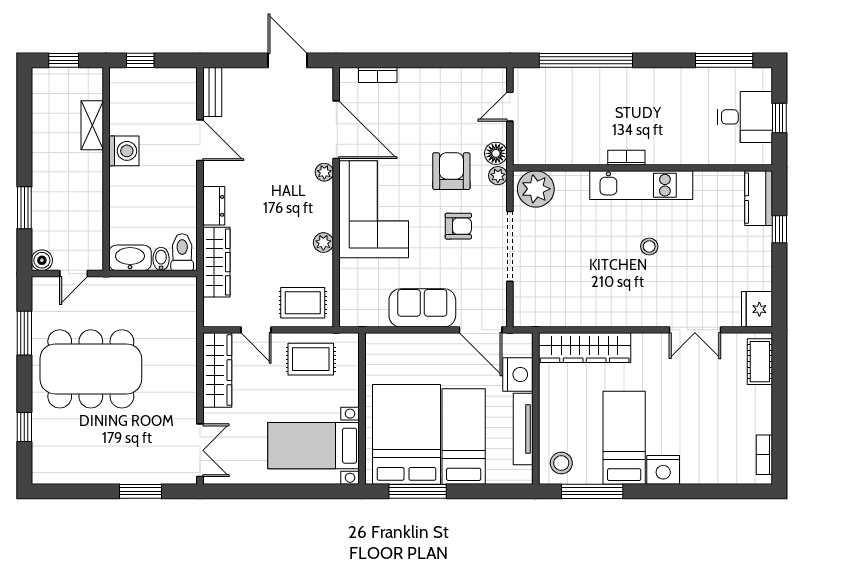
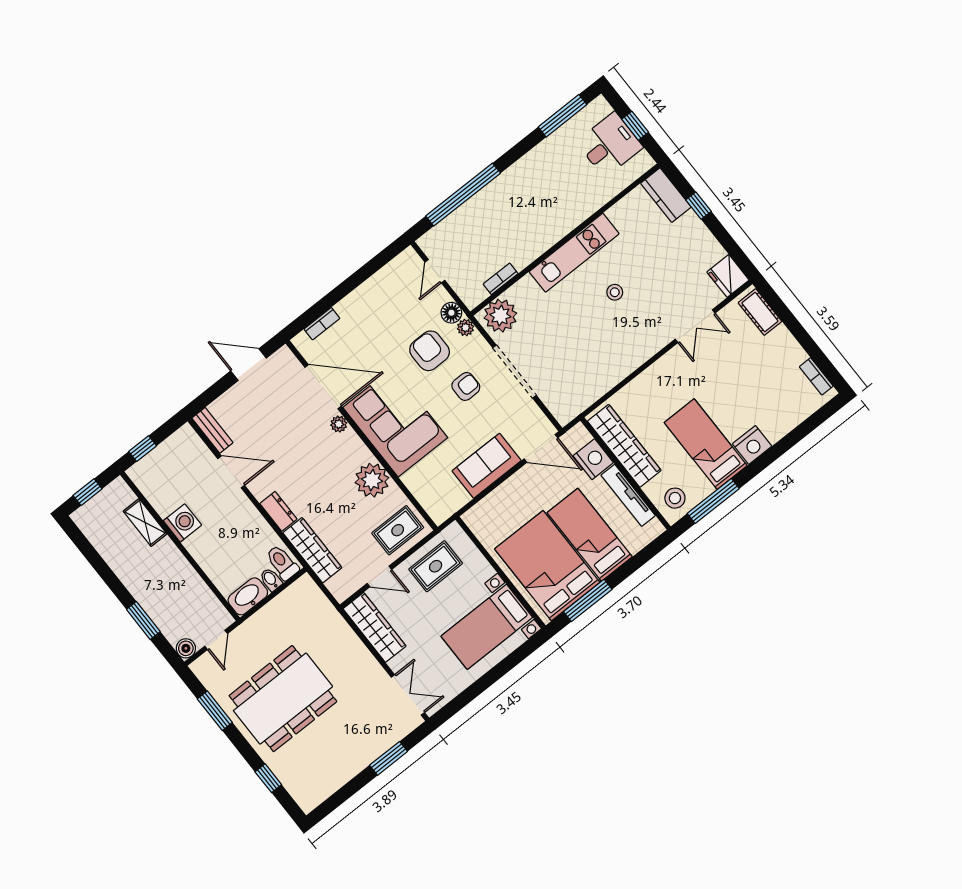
bookcase: (626, 158) -> (501, 279), moved
plant: (323, 243) -> (372, 480), width x1.87, depth x1.87
wardrobe: (585, 348) -> (624, 446), moved, turned -90

